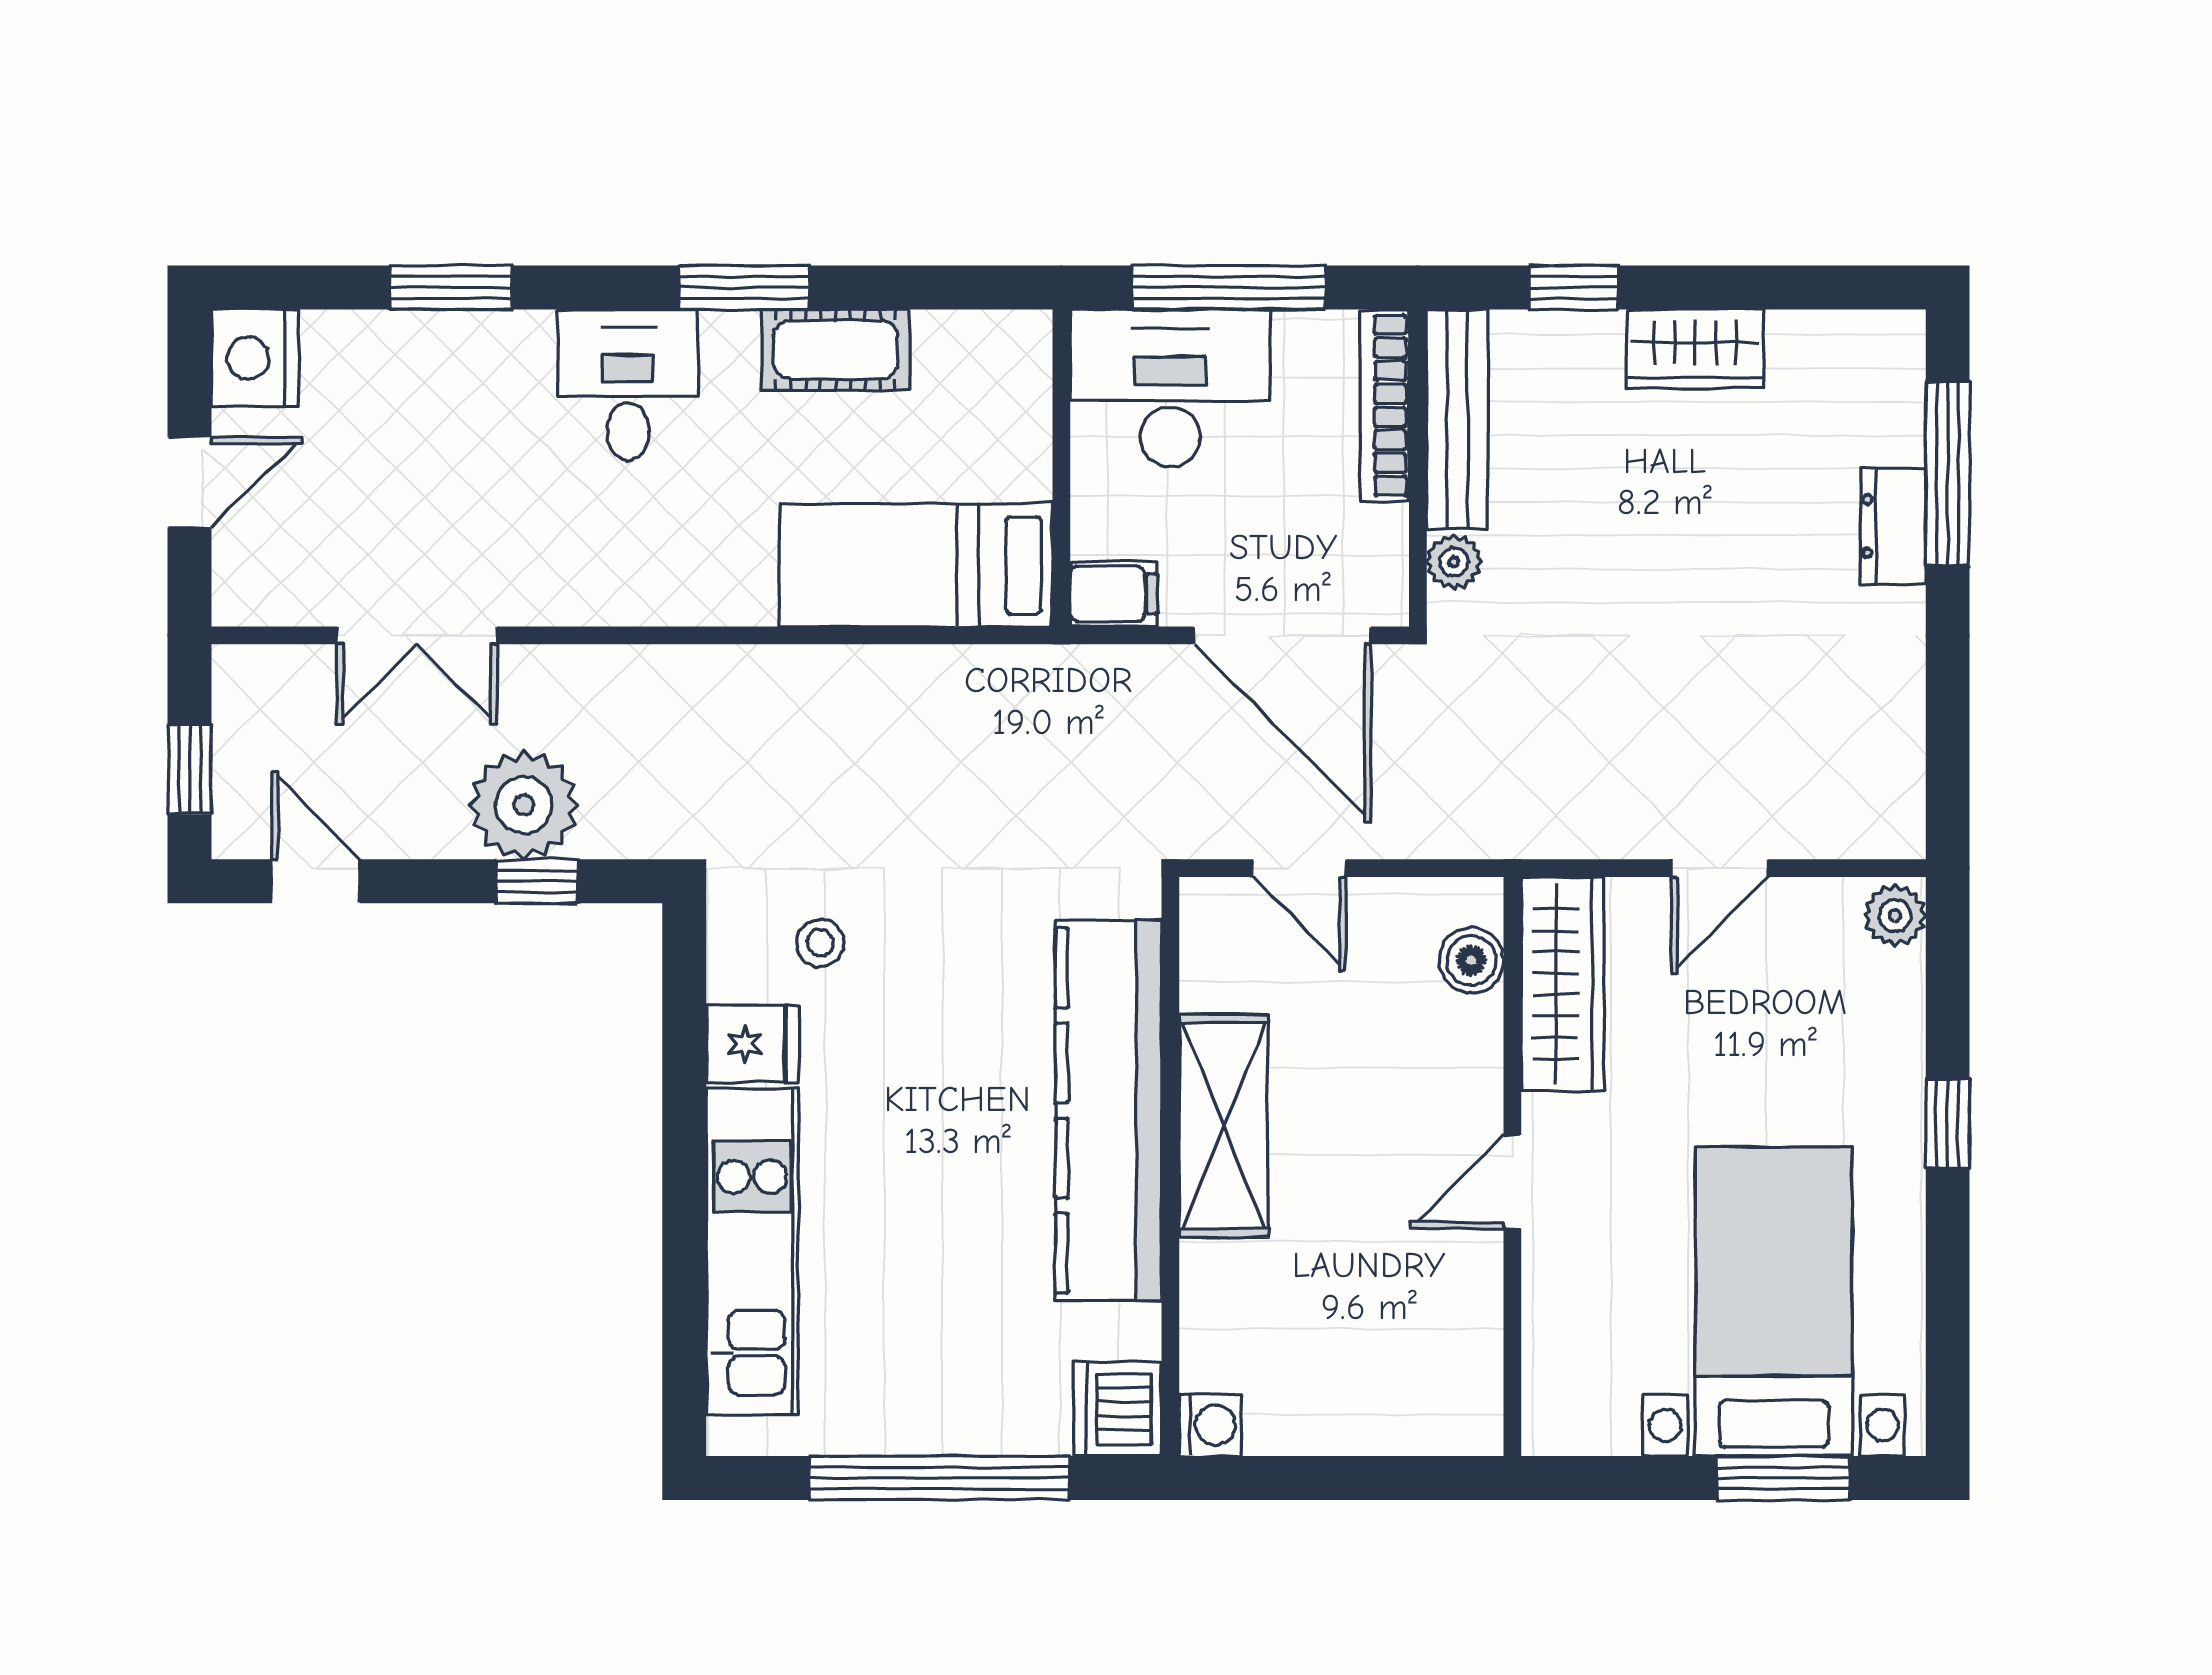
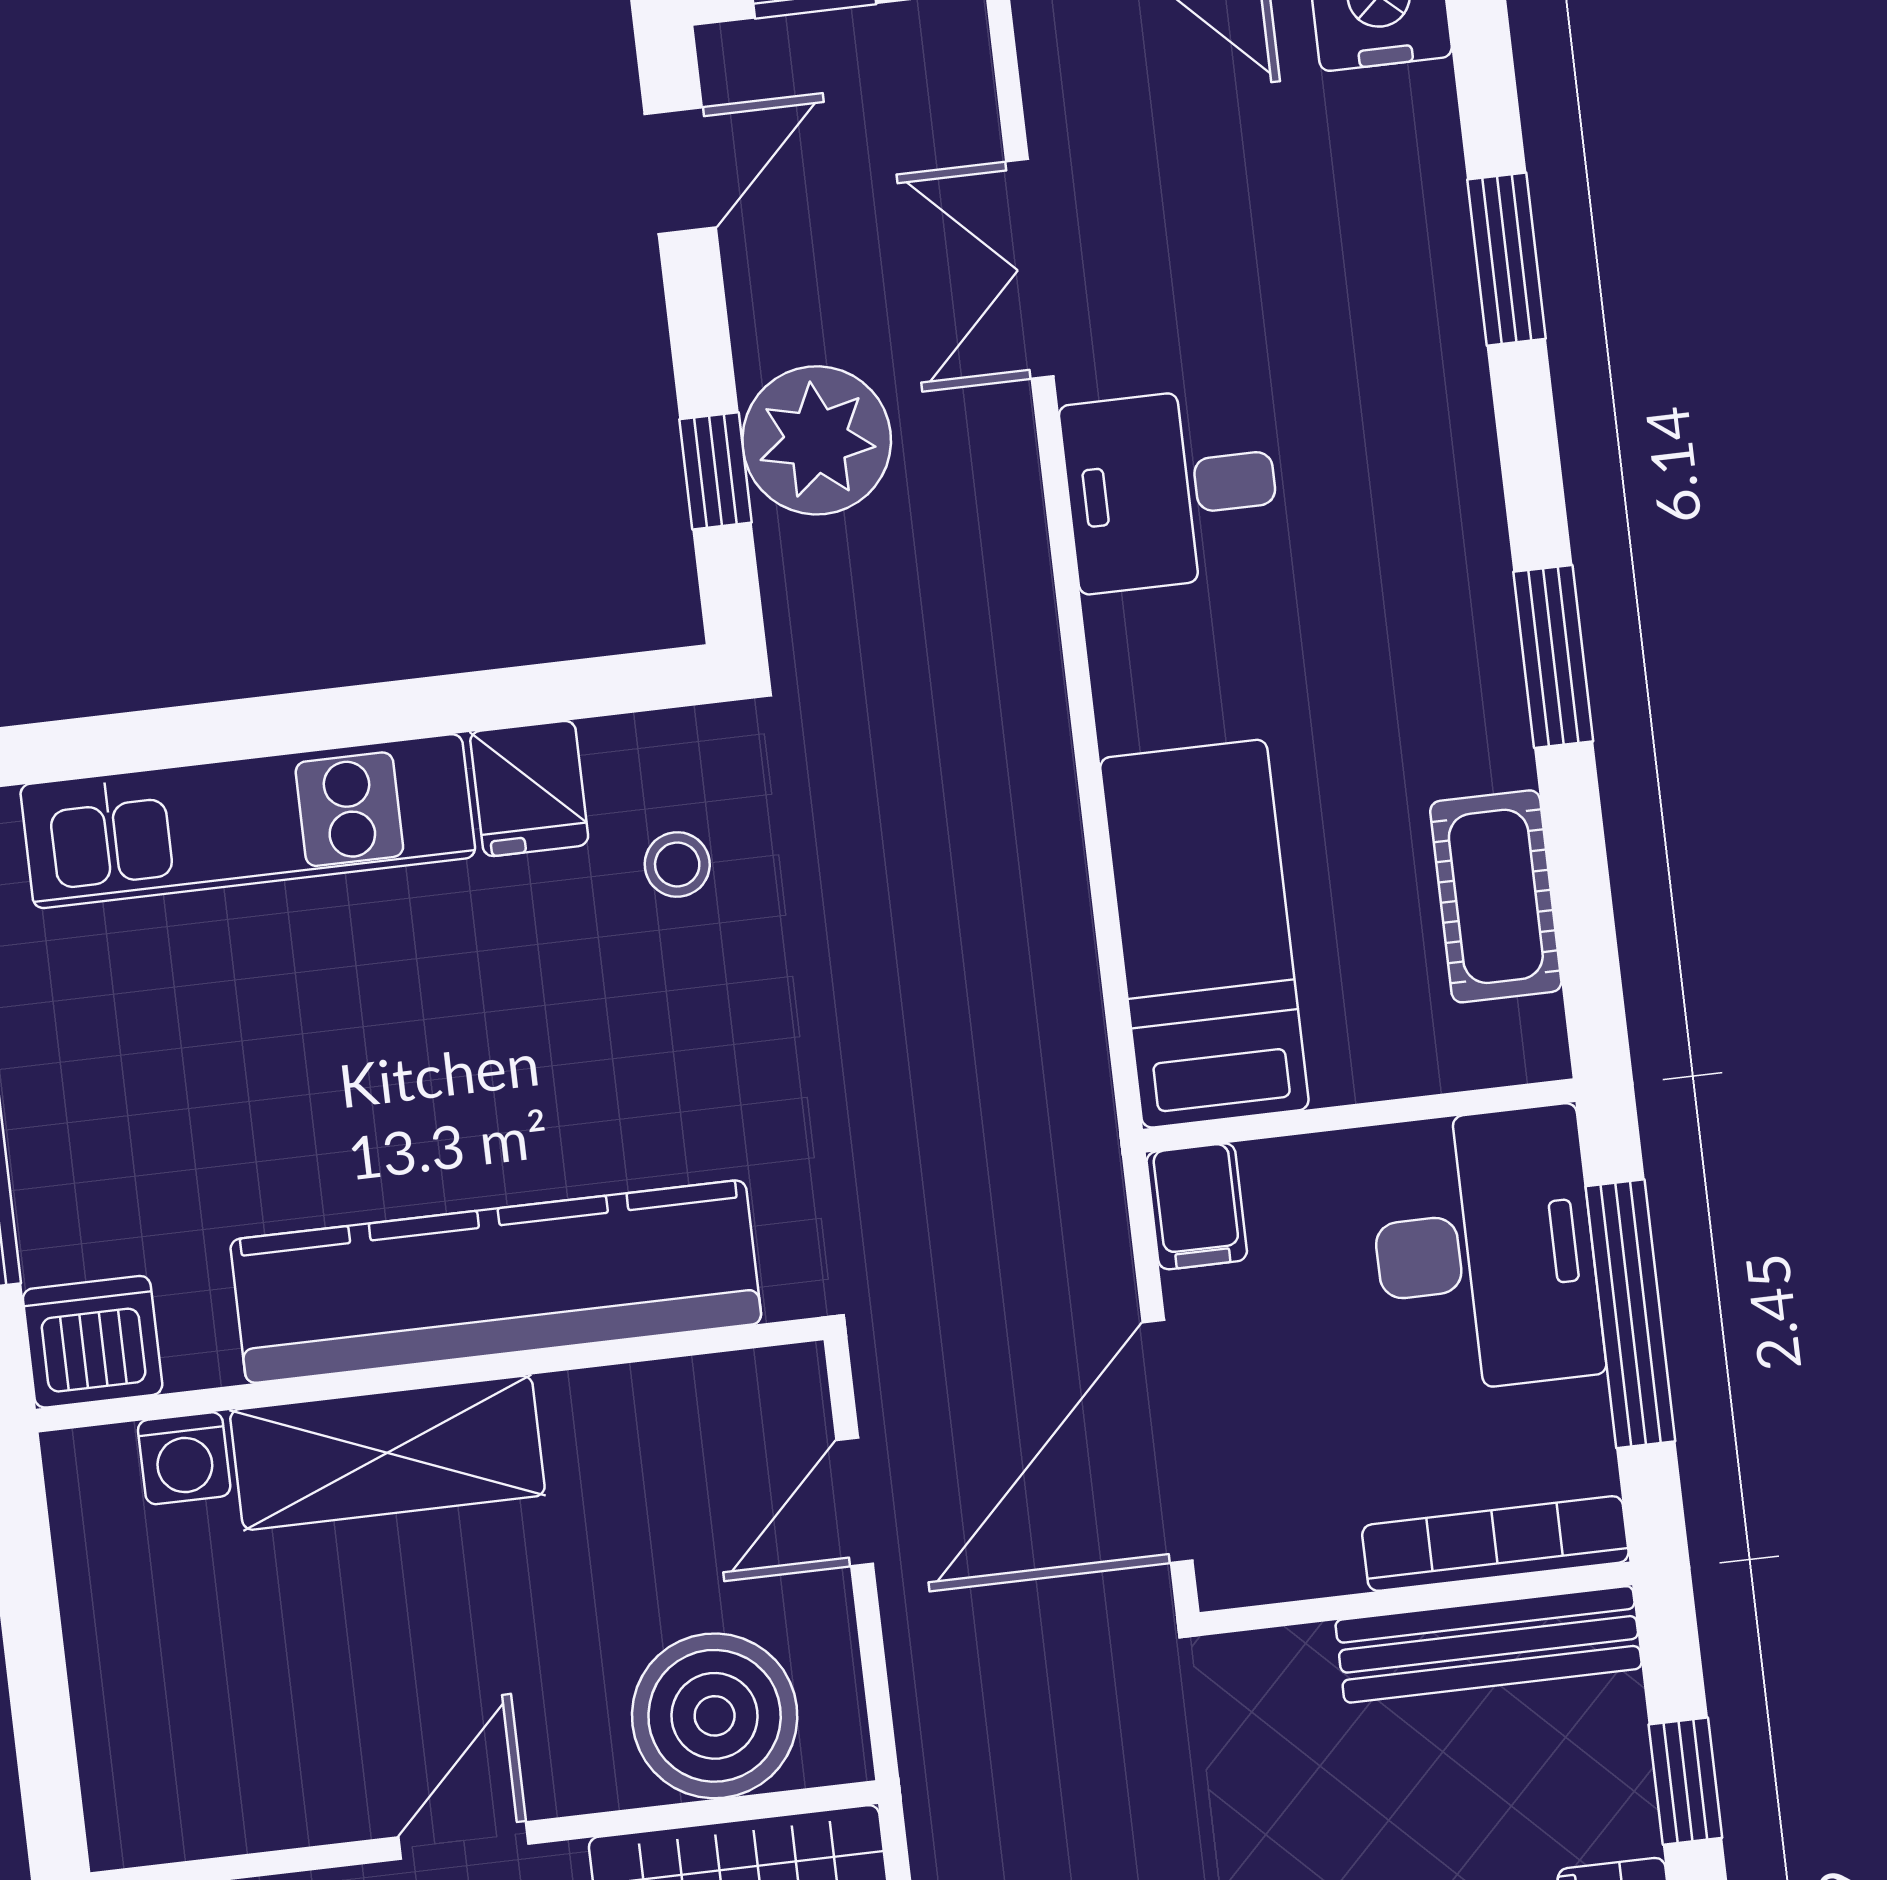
cot: (836, 350) -> (1496, 896), moved
desk: (628, 385) -> (1171, 489), moved, turned 180
plant: (1454, 562) -> (1294, 1663), removed
boiler: (1471, 960) -> (715, 1716), width x1.86, depth x1.86
shelving: (1224, 1126) -> (387, 1453), moved
door: (1512, 1182) -> (464, 1841), hinge flipped
washing machine: (1210, 1425) -> (184, 1458), moved

